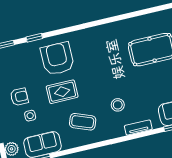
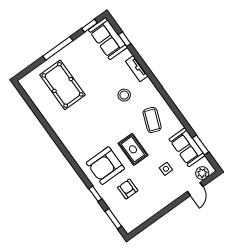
armchair: (19, 97) -> (128, 189), moved

